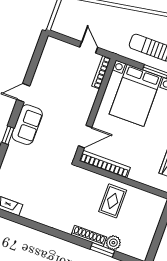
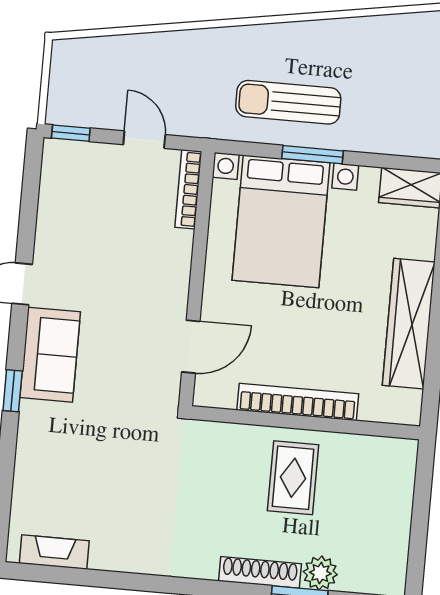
window: (59, 37) -> (71, 133), added
bookcase: (105, 164) -> (298, 402), moved

